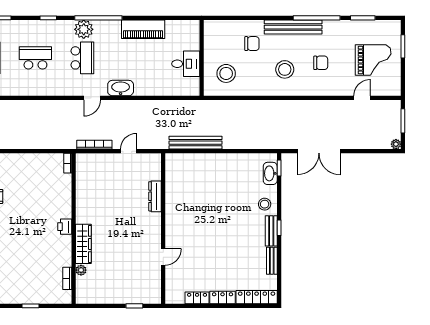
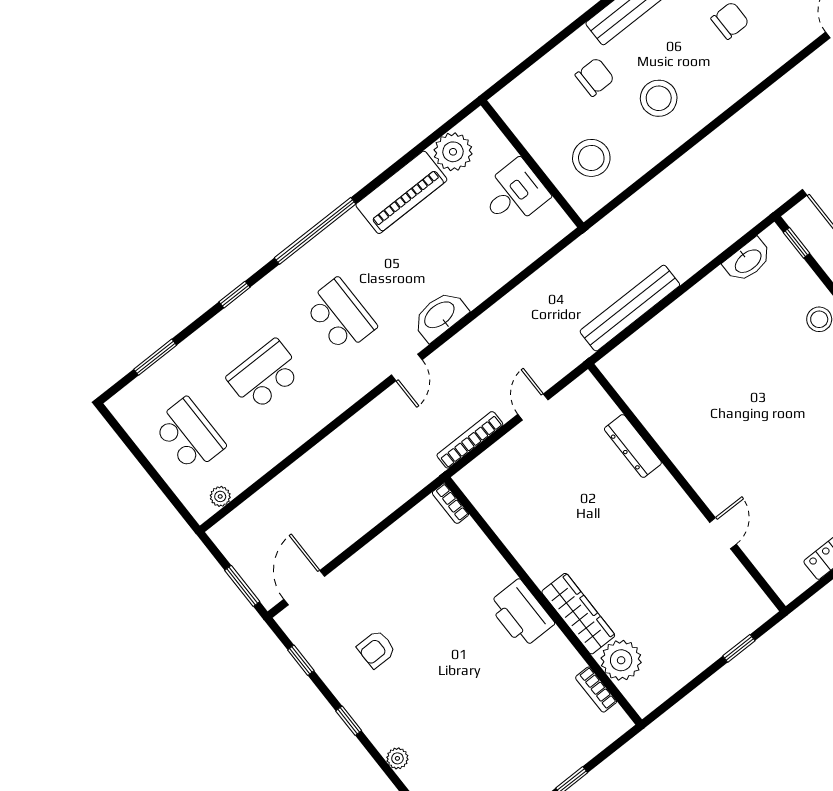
plant: (84, 29) -> (453, 152), moved
stool: (285, 69) -> (659, 98), moved
washbasin: (270, 173) -> (748, 261), moved, turned -90
printer: (65, 227) -> (521, 614), width x1.87, depth x1.48
plant: (81, 270) -> (621, 660), width x1.88, depth x1.88

